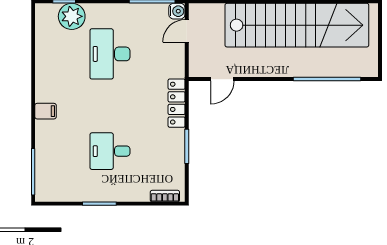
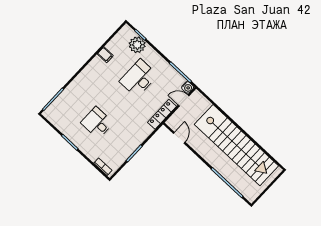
door: (222, 79) -> (179, 138), swing flipped
locker: (177, 103) -> (162, 114), moved
filing cabinet: (46, 111) -> (105, 55), moved

